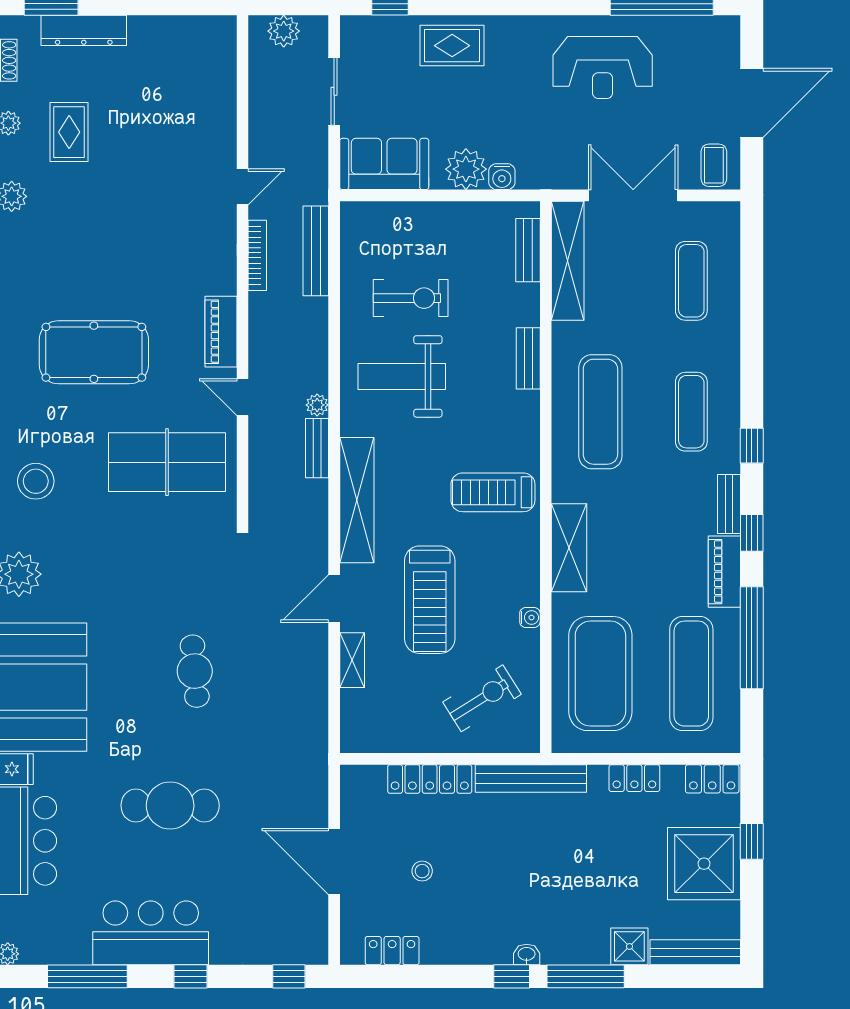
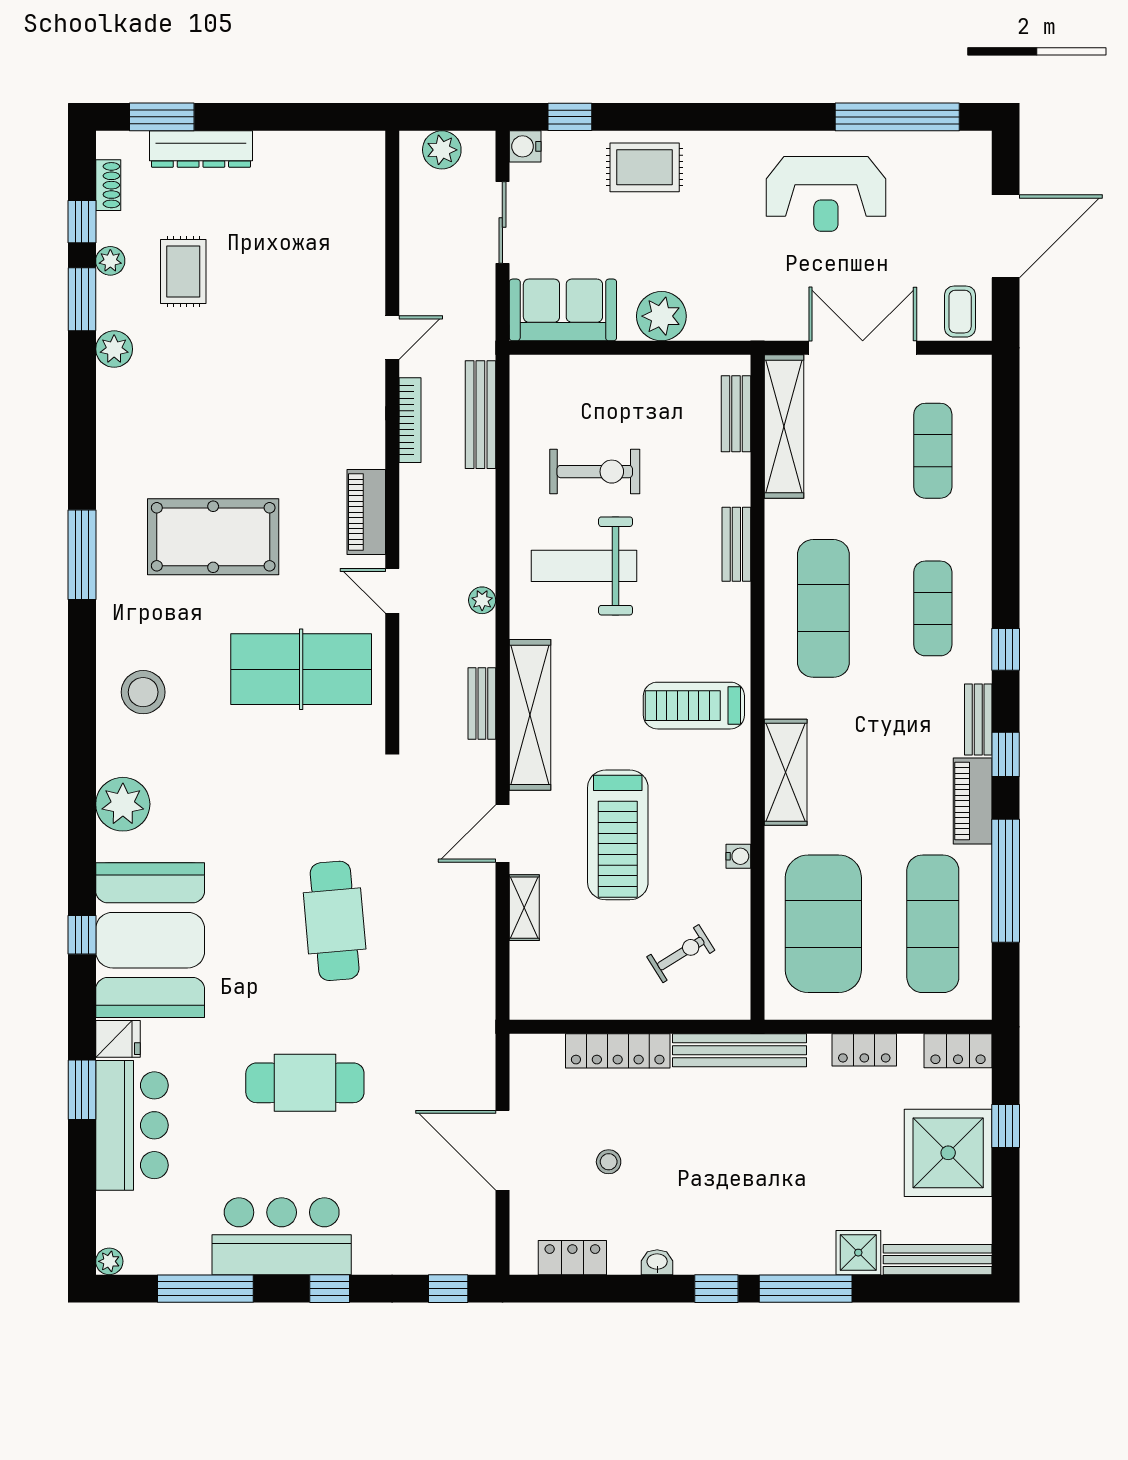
water cooler: (502, 177) -> (525, 146), moved, turned 90
bench: (317, 448) -> (482, 704), moved
cafe table: (195, 671) -> (335, 921), width x1.37, depth x1.35
exercise bike: (482, 698) -> (681, 954), width x0.73, depth x0.72
washbasin: (527, 954) -> (657, 1262), moved

